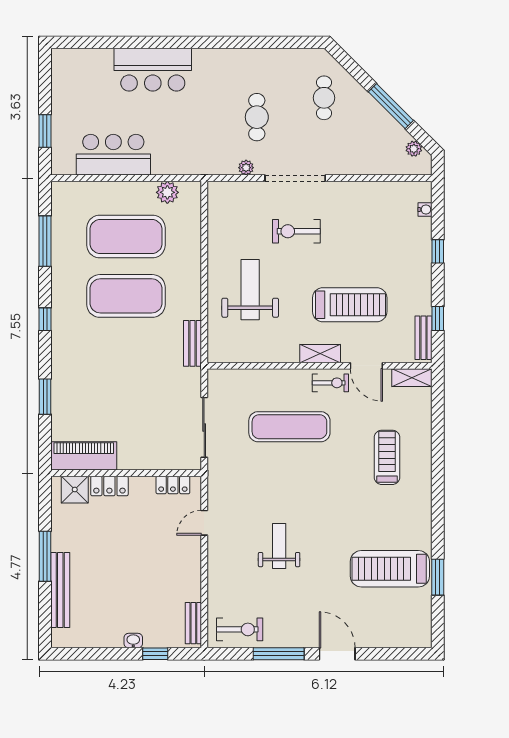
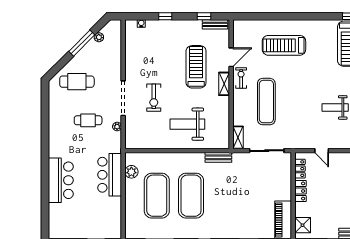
cafe table: (324, 98) -> (77, 82), width x1.37, depth x1.35
plant: (414, 149) -> (99, 37), moved
bar counter: (113, 155) -> (110, 175), moved
shelving: (412, 378) -> (238, 137), moved
treadmill: (387, 457) -> (284, 45), width x1.37, depth x1.37
locker: (109, 486) -> (300, 191), moved

